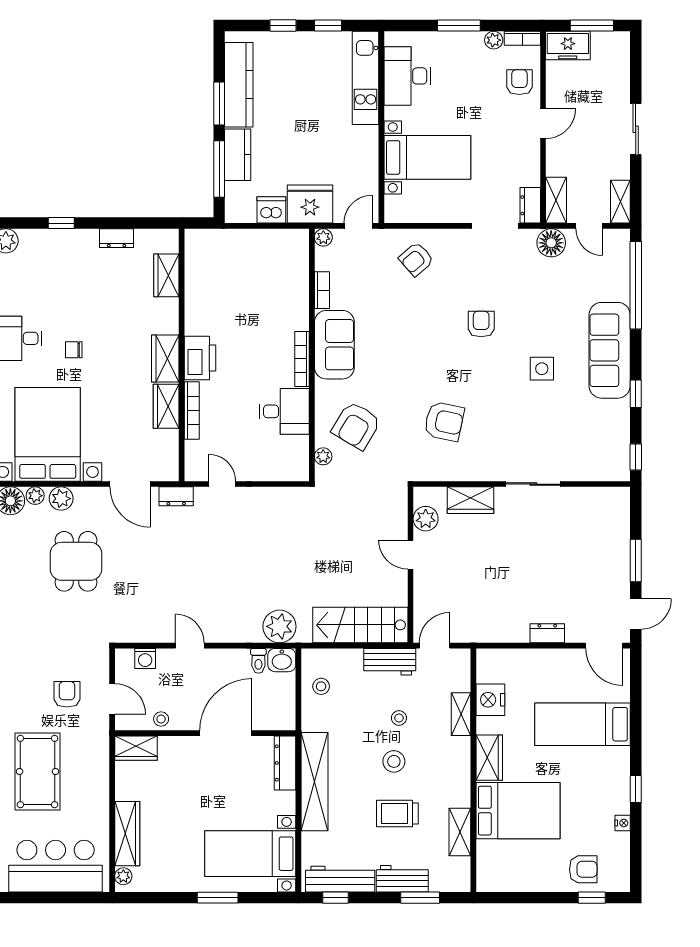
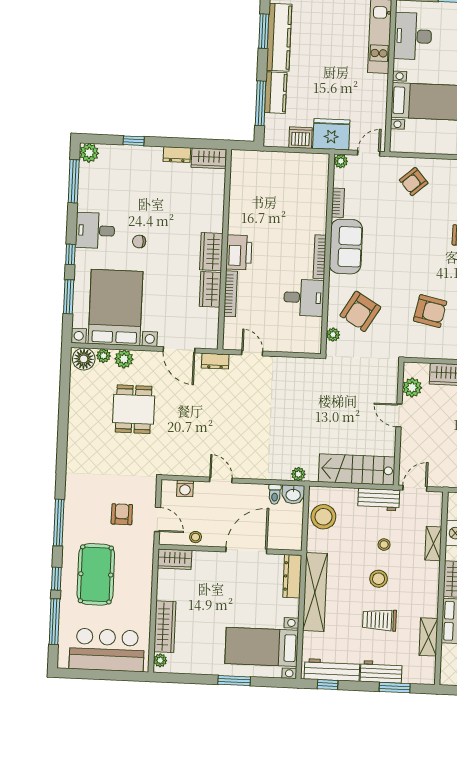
window: (219, 104) -> (264, 31), moved
wardrobe: (166, 275) -> (209, 158), moved, turned -90
plant: (279, 626) -> (298, 474), width x0.53, depth x0.53
stool: (321, 686) -> (323, 517), width x1.89, depth x1.89

